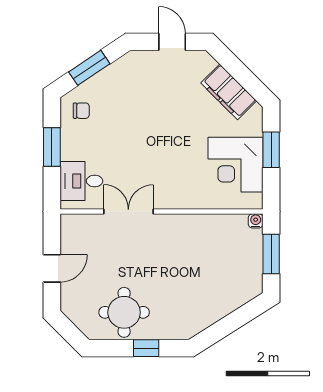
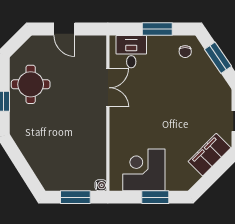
filing cabinet: (229, 92) -> (209, 155), moved

